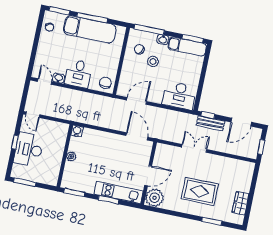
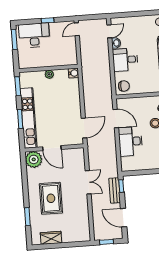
desk: (179, 96) -> (130, 141), moved
desk: (29, 150) -> (34, 35), moved
kitchen unit: (119, 193) -> (28, 118), width x1.36

